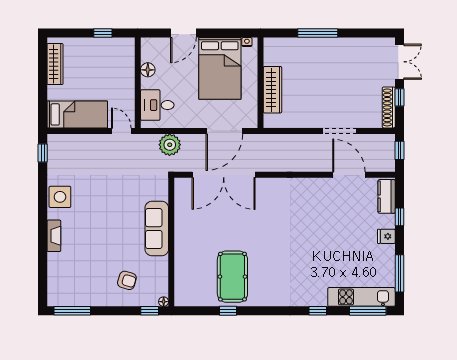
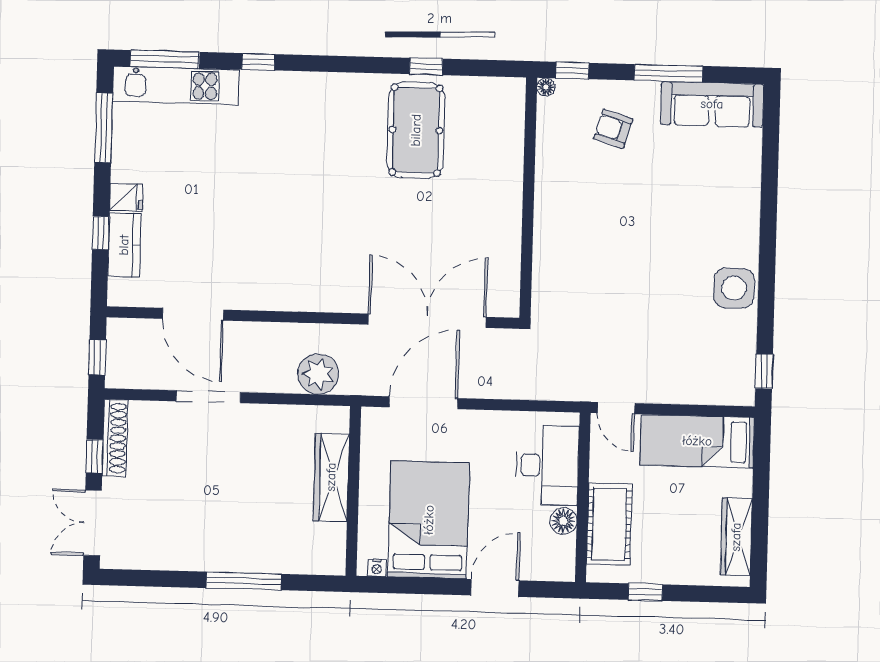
cot: (123, 69) -> (609, 524), added
desk: (157, 105) -> (547, 465), width x1.37
plant: (170, 145) -> (318, 374), moved
kitchen counter: (387, 196) -> (124, 245), moved
sofa: (157, 229) -> (712, 104), moved, turned 90
fireplace: (54, 236) -> (748, 216), removed
window: (72, 311) -> (668, 73), moved

